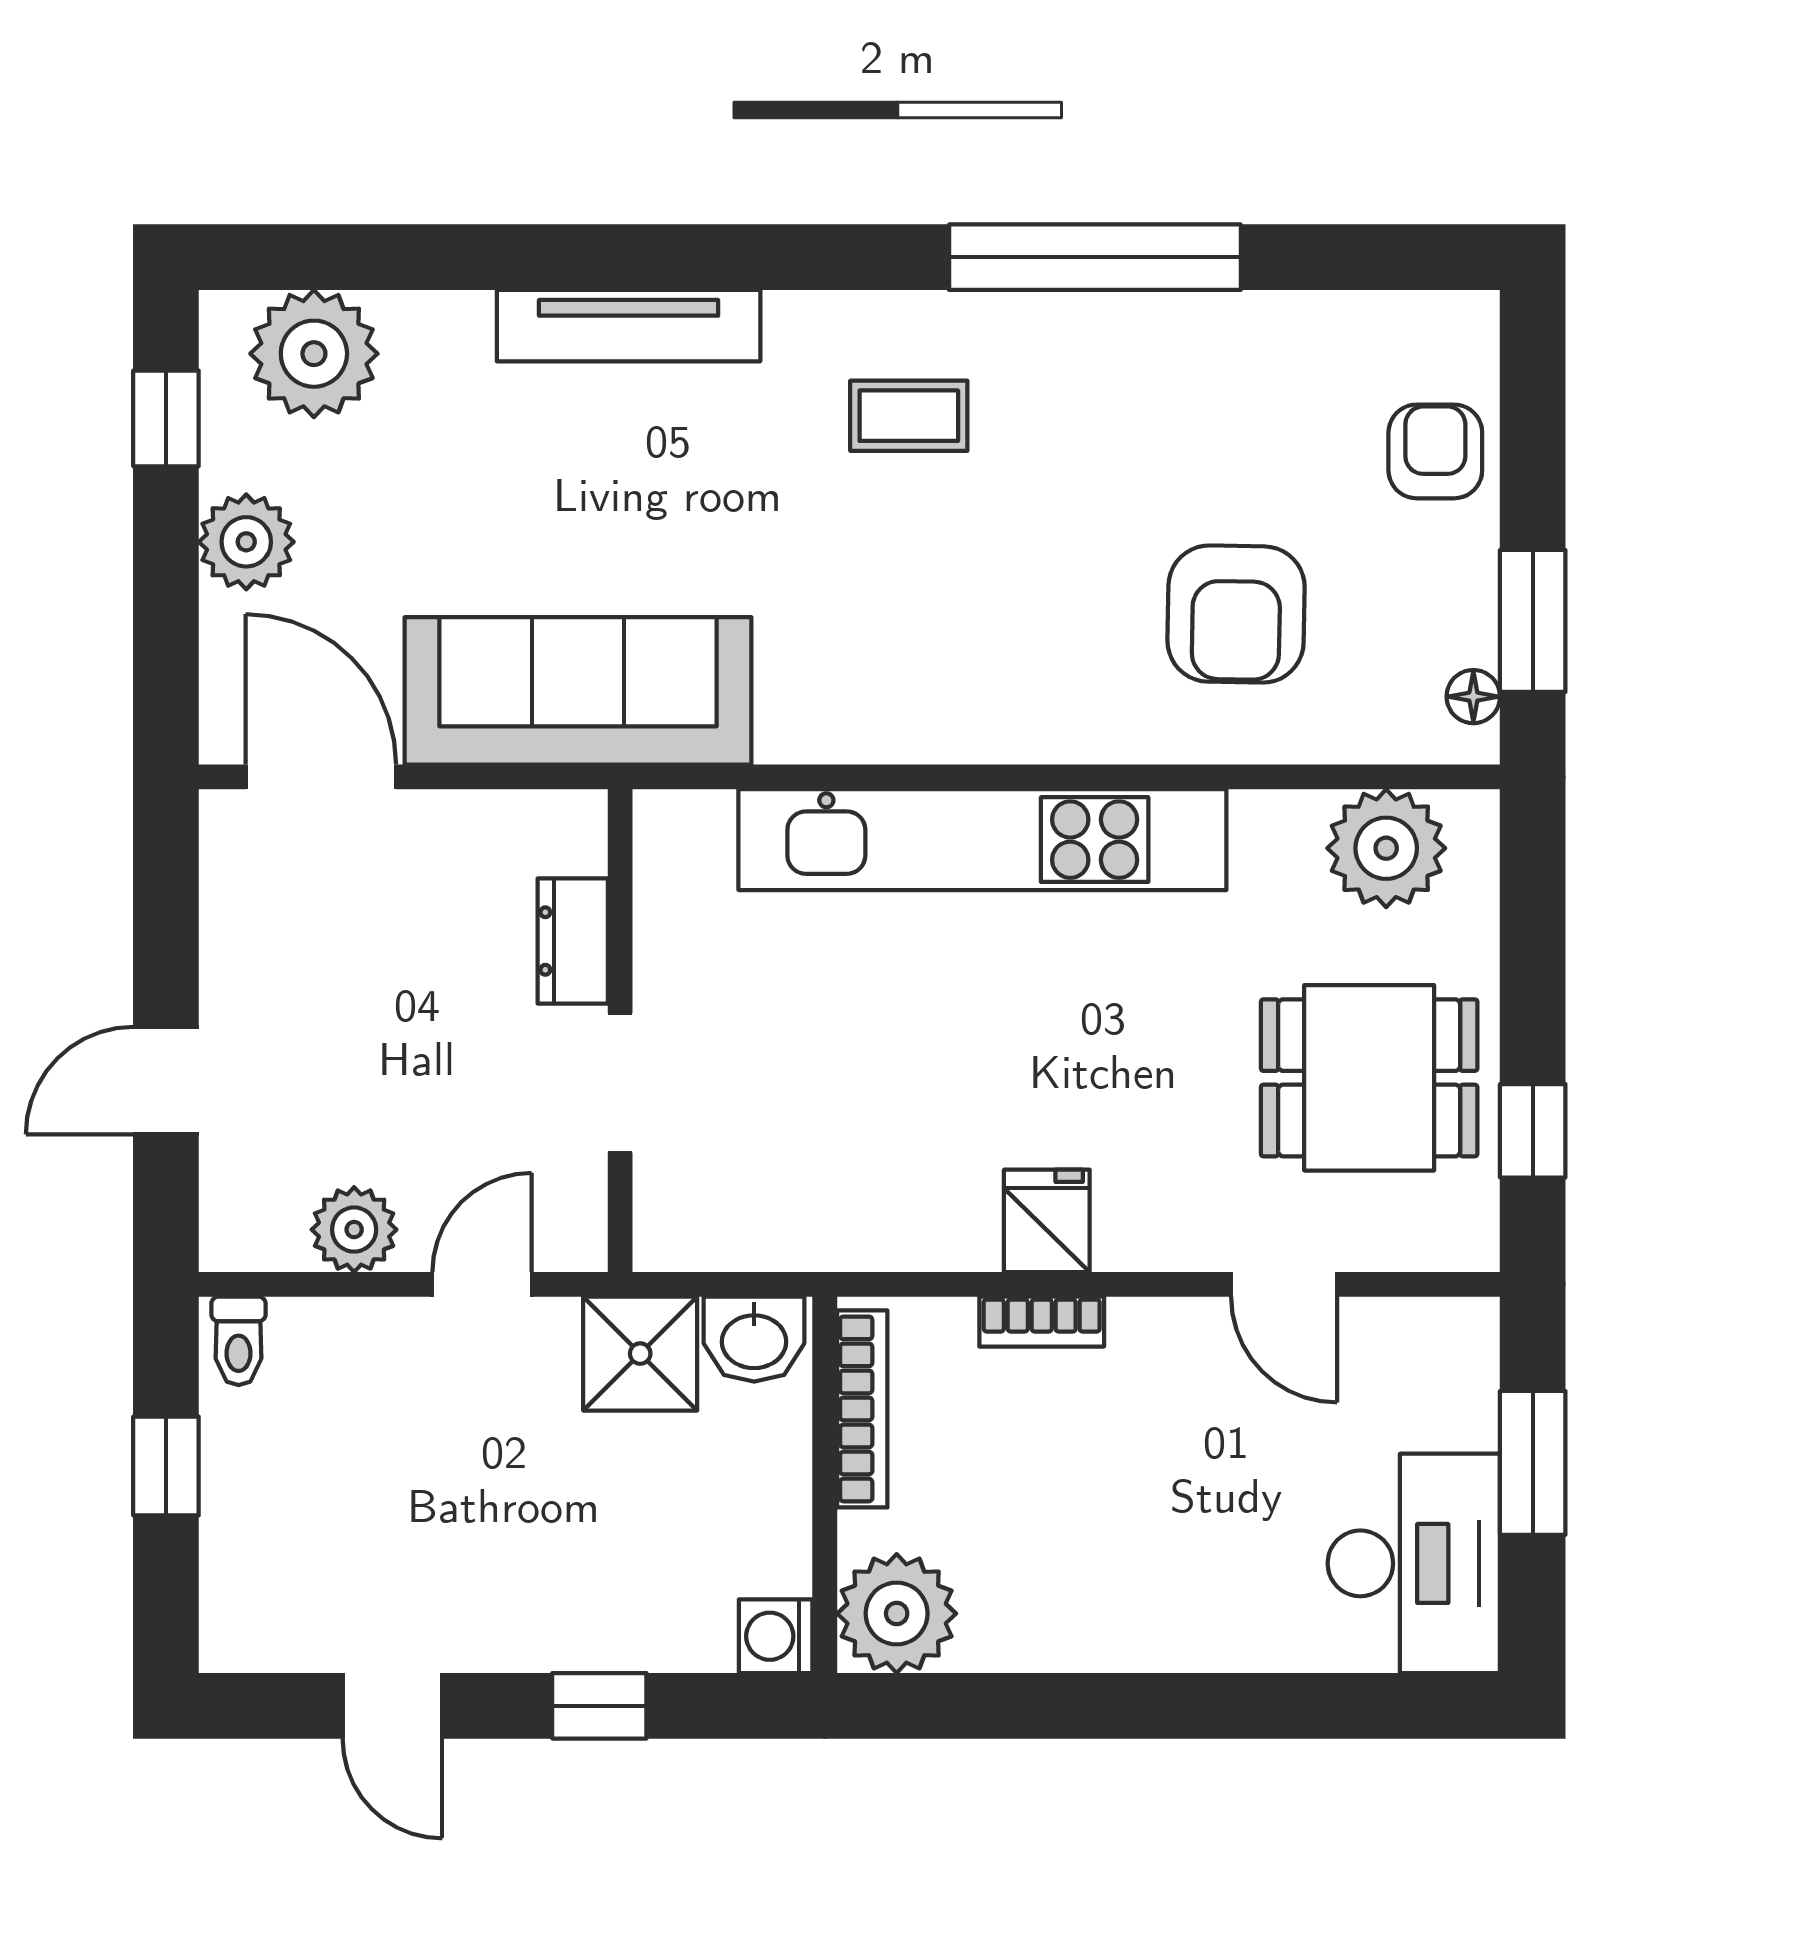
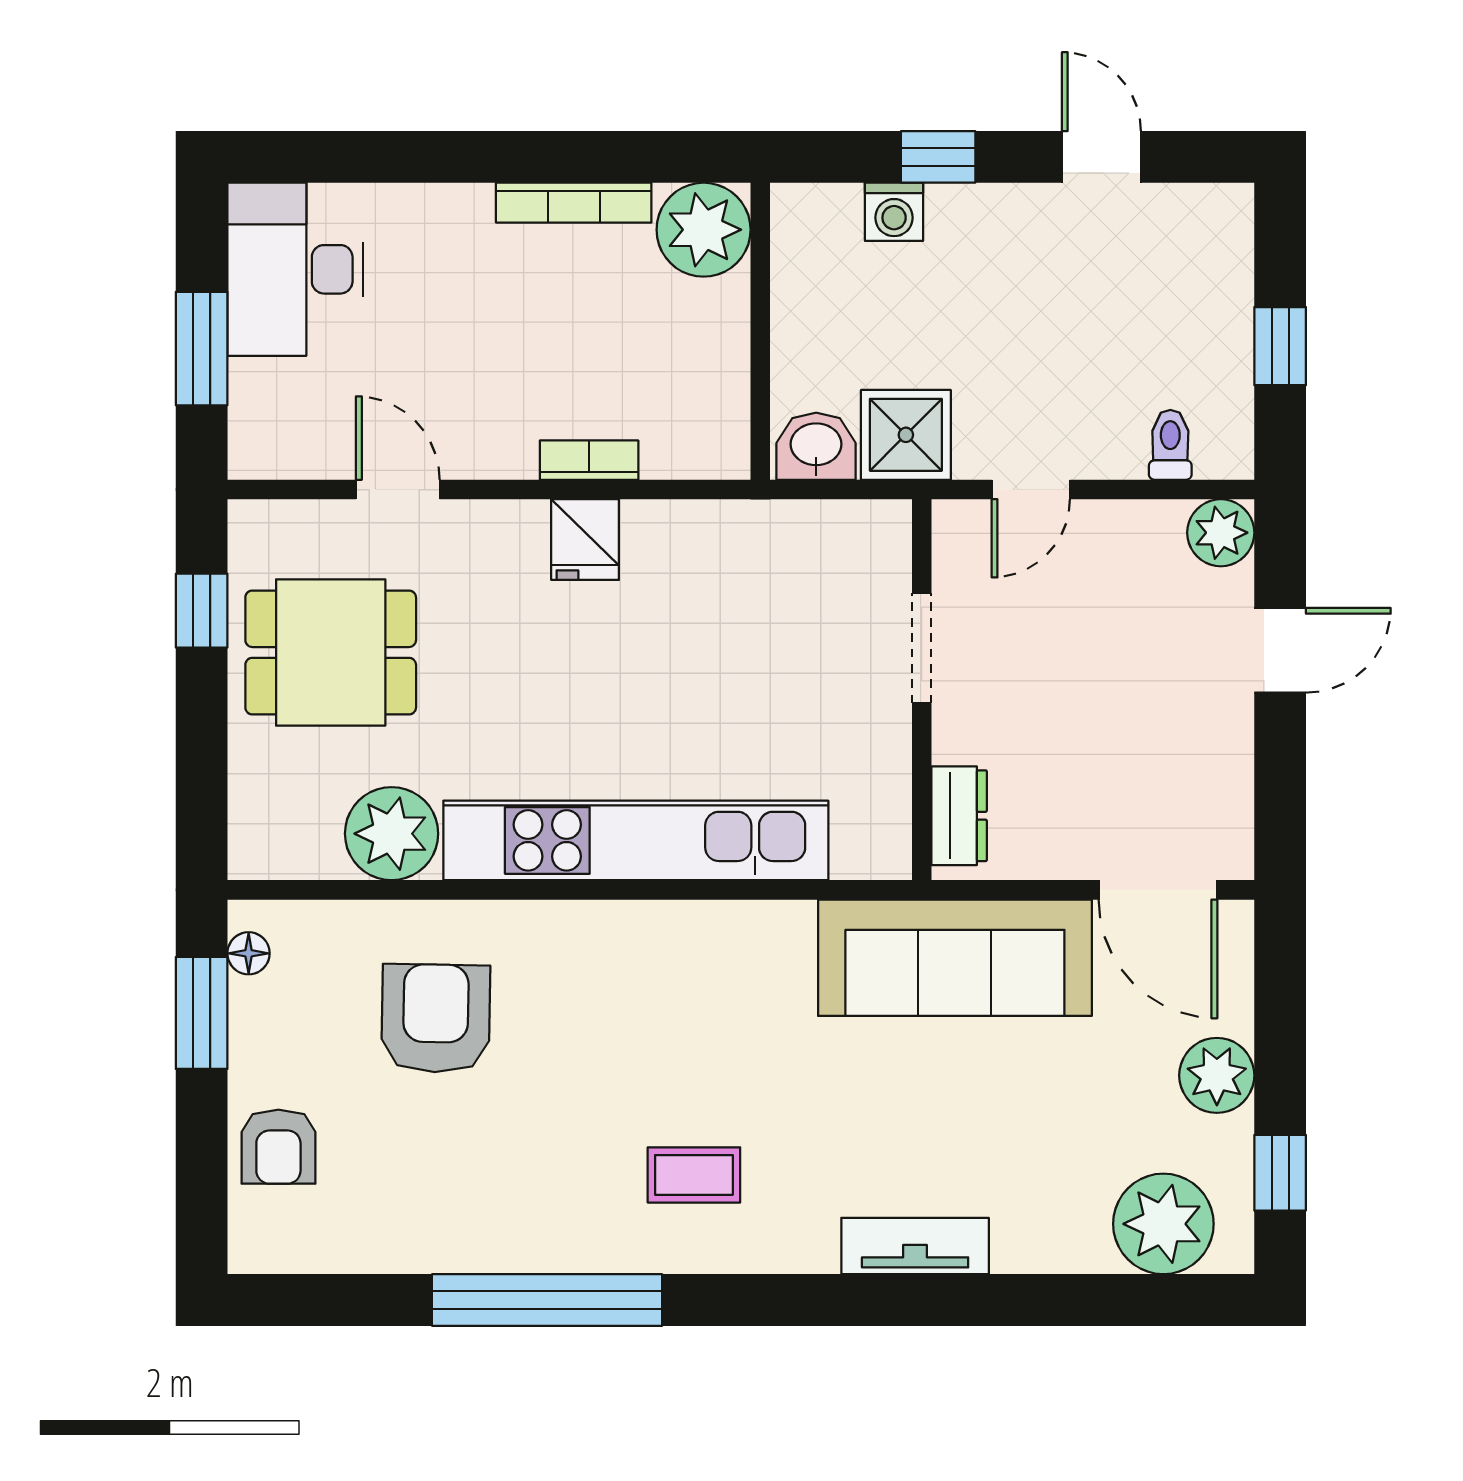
tv unit: (629, 326) -> (915, 1246), width x0.71
plant: (1386, 848) -> (392, 834), moved
dresser: (573, 941) -> (959, 816), moved
plant: (354, 1230) -> (1221, 533), moved
toilet: (239, 1341) -> (1170, 445), moved
bookcase: (862, 1409) -> (574, 203), moved, turned -90
washing machine: (776, 1636) -> (894, 212), moved, turned 90

